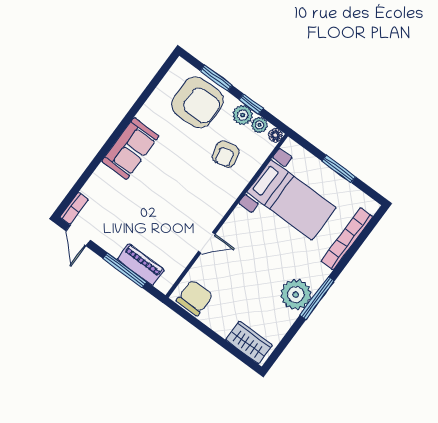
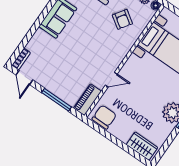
armchair: (226, 154) -> (122, 19), turned -43
piano: (141, 265) -> (88, 100), moved, turned -90

